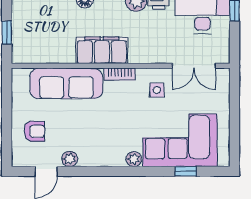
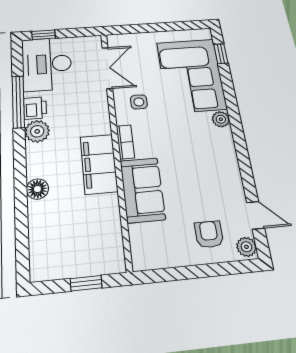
sofa: (66, 83) -> (142, 190), width x0.73
plant: (70, 159) -> (246, 247), moved
window: (186, 171) -> (221, 54), moved

